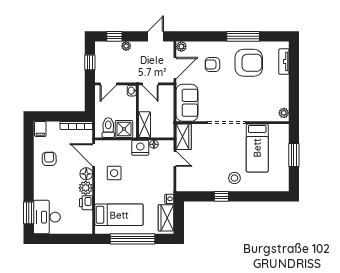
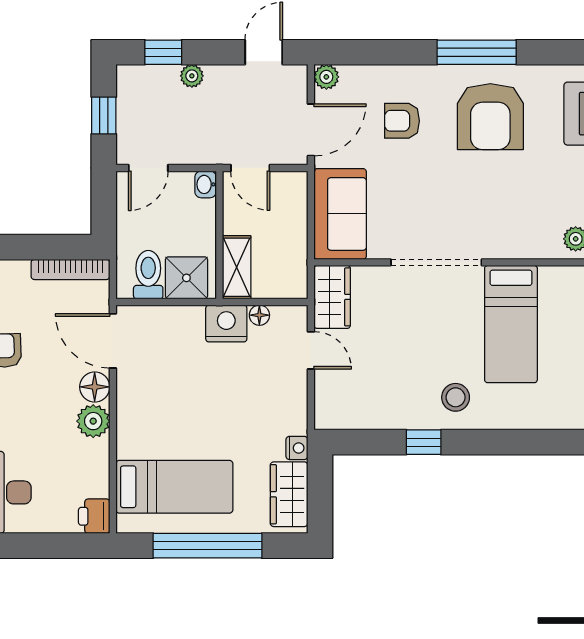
armchair: (249, 63) -> (490, 117), turned 90
side table: (114, 173) -> (163, 385), removed
printer: (86, 203) -> (94, 516), moved

